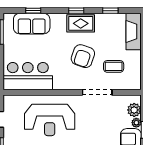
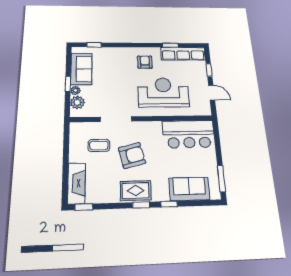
window: (33, 11) -> (169, 204), moved
window: (110, 11) -> (84, 207), moved
armchair: (83, 56) -> (132, 155), turned 57

